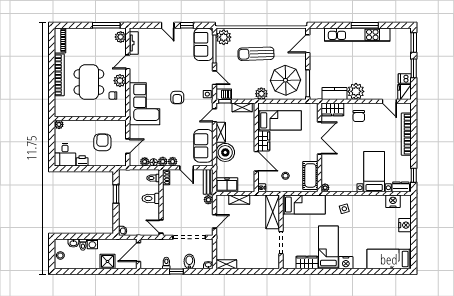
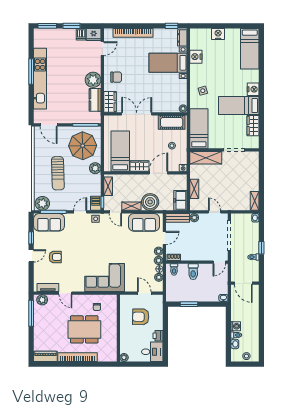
plant: (120, 81) -> (83, 300), removed
armchair: (177, 98) -> (55, 257), moved
nightstand: (393, 201) -> (196, 57), moved
shower: (107, 261) -> (252, 312), removed
bidet: (189, 261) -> (252, 236), removed

